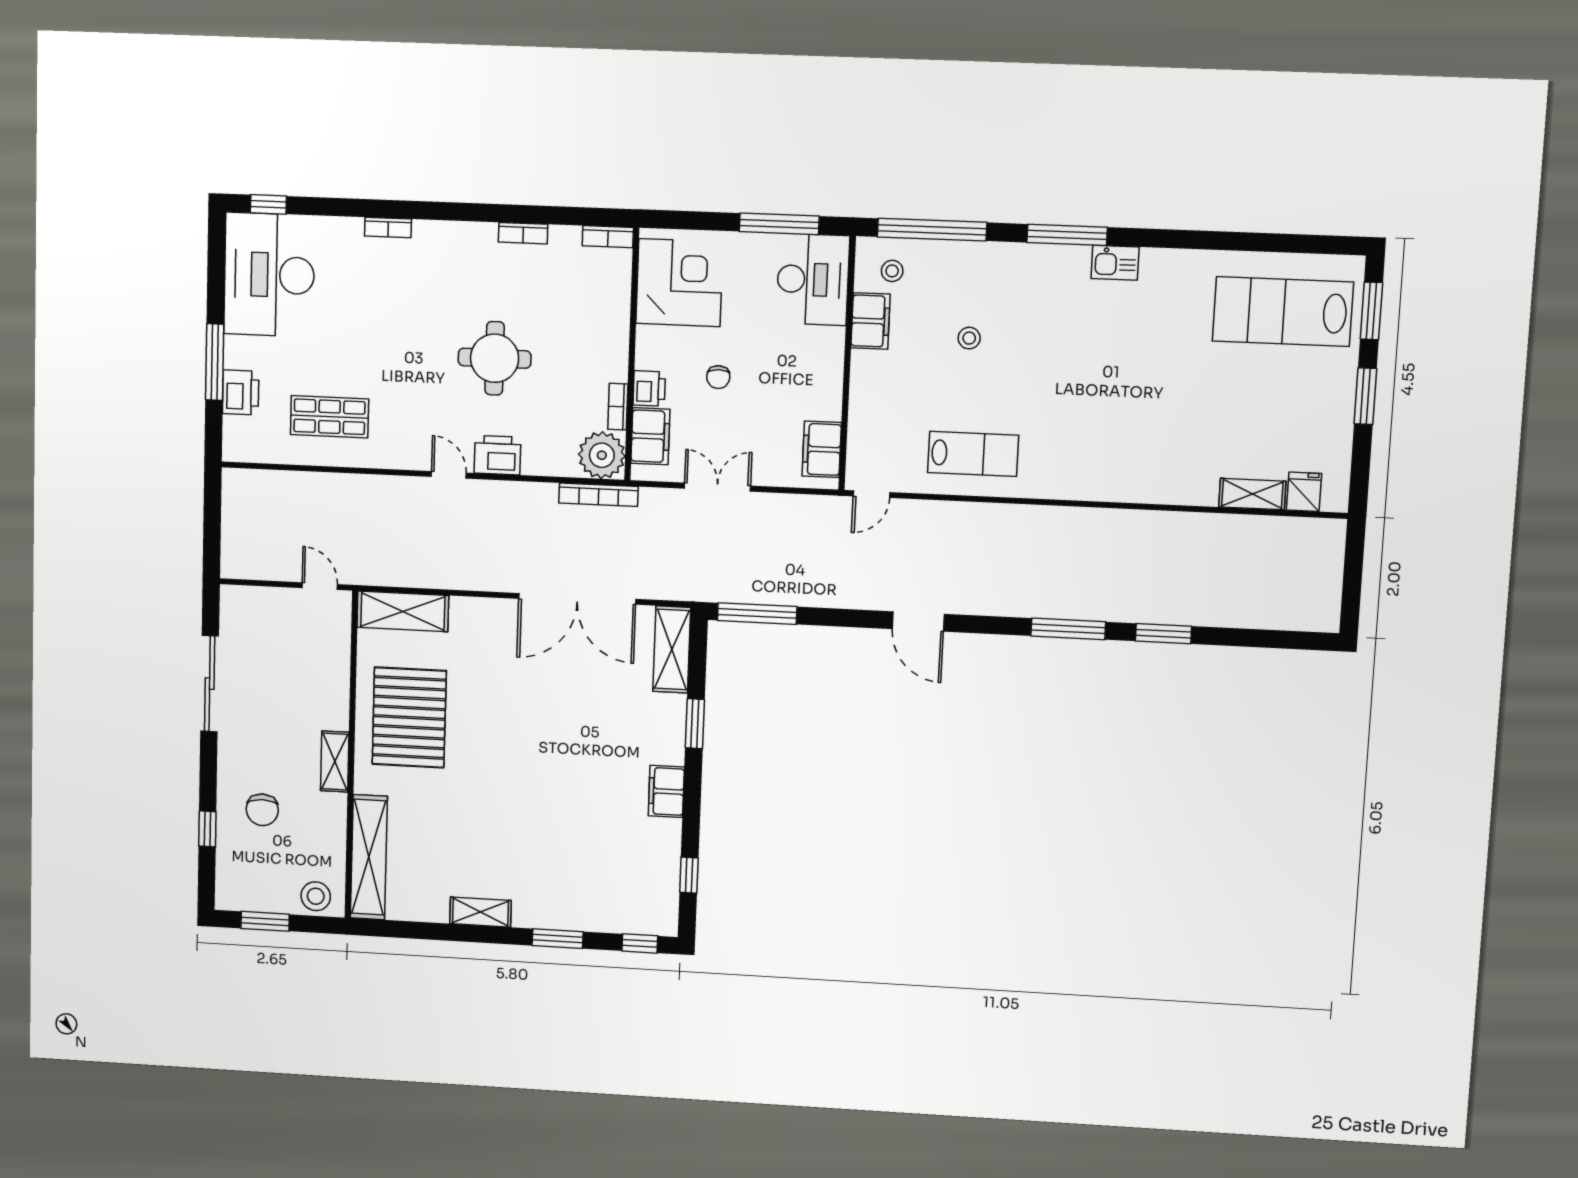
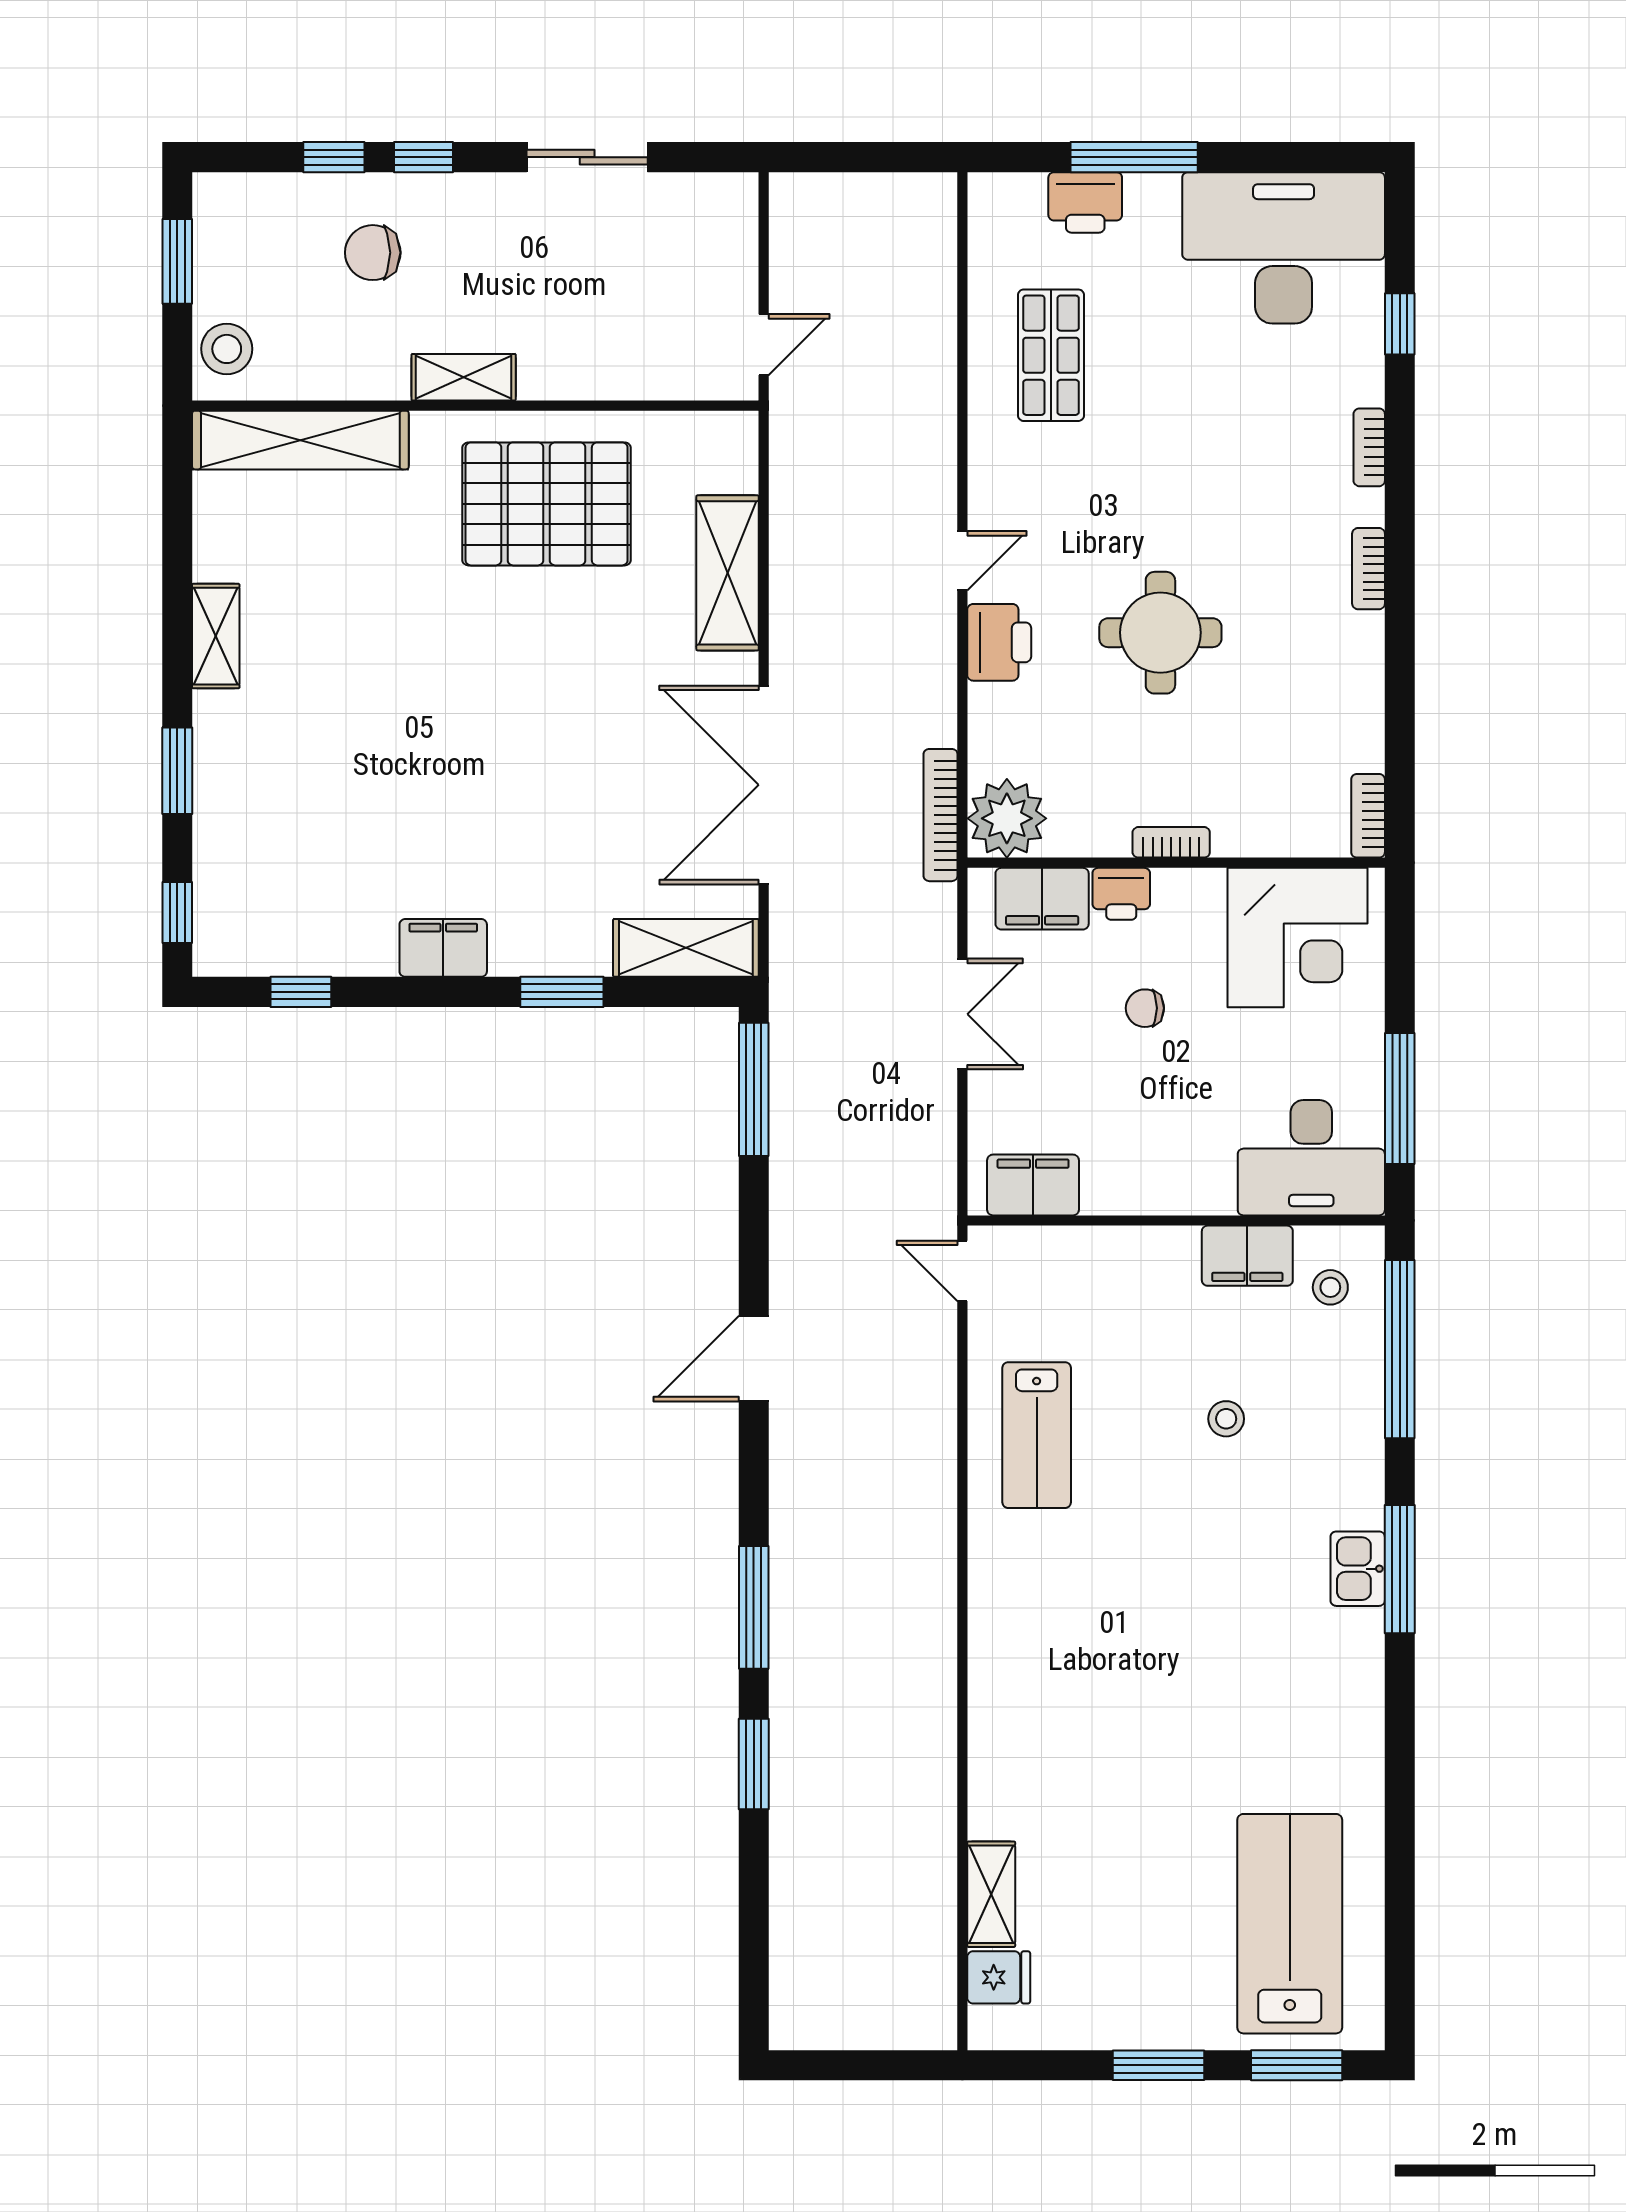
window: (268, 204) -> (1400, 324), moved
bookcase: (523, 233) -> (1369, 569), moved
kitchen sink: (1115, 263) -> (1358, 1569), moved
bookcase: (618, 407) -> (1171, 842), moved
shelving: (403, 611) -> (728, 573), moved
sliding door: (210, 684) -> (587, 157), width x0.73
window: (208, 778) -> (424, 157), added

